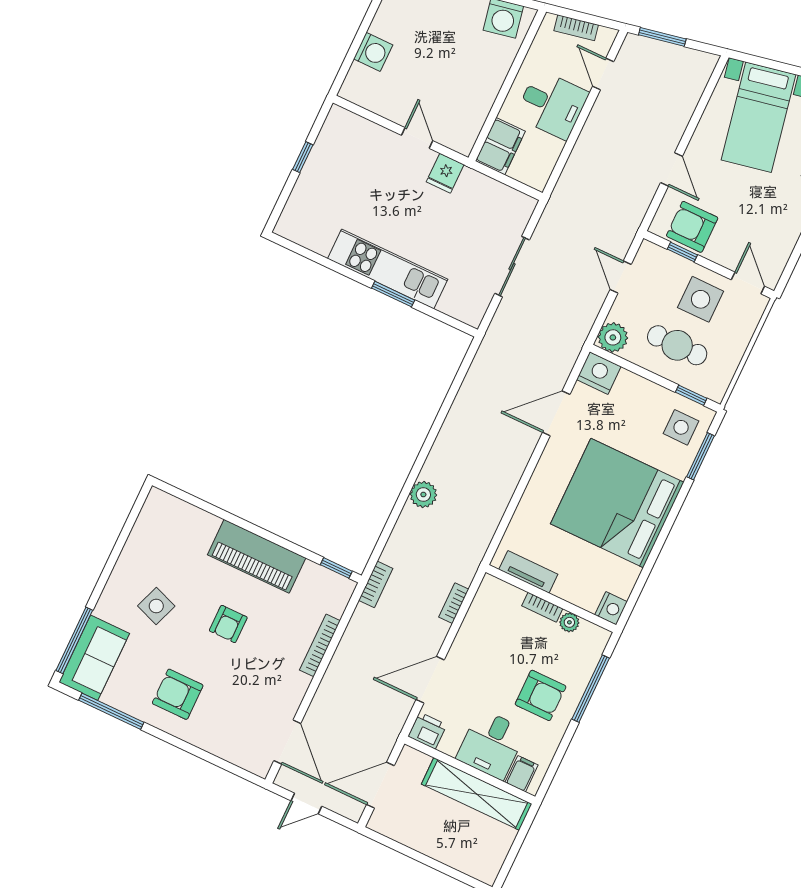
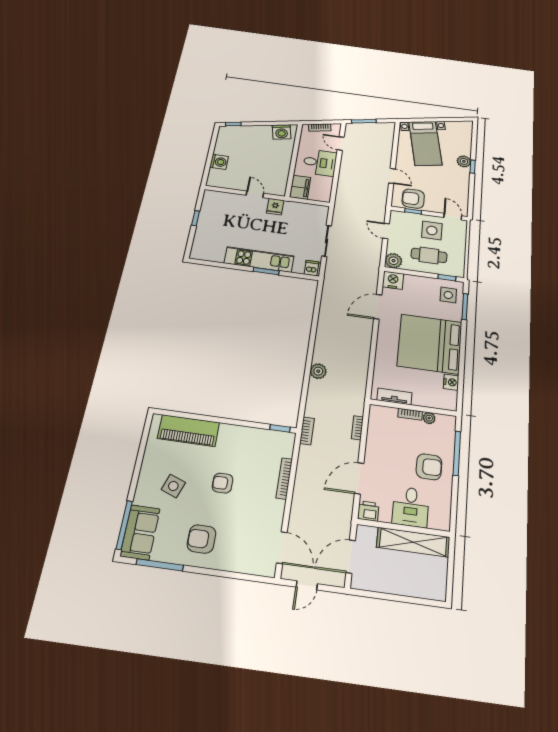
dishwasher: (470, 311) -> (312, 268), added
piano: (257, 556) -> (188, 431), moved
nightstand: (611, 608) -> (451, 382), moved
armchair: (228, 624) -> (223, 483), turned 90
filing cabinet: (522, 774) -> (436, 520), removed

